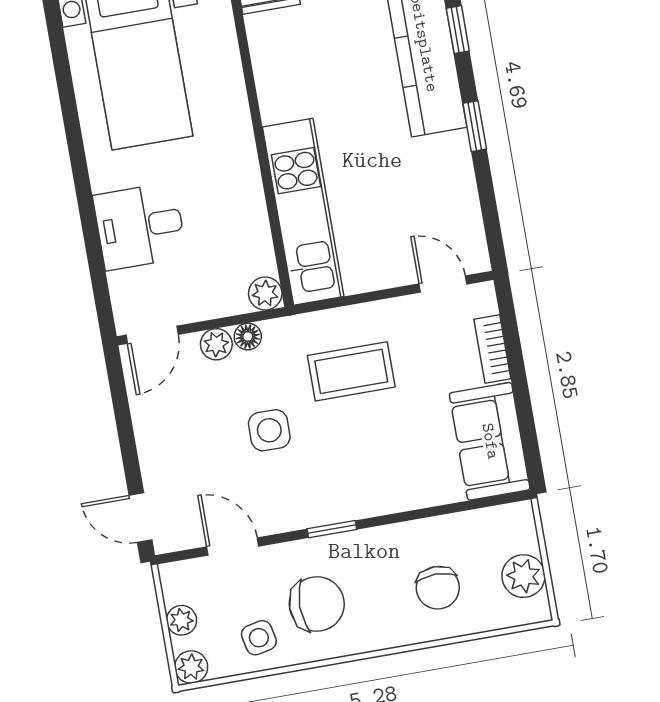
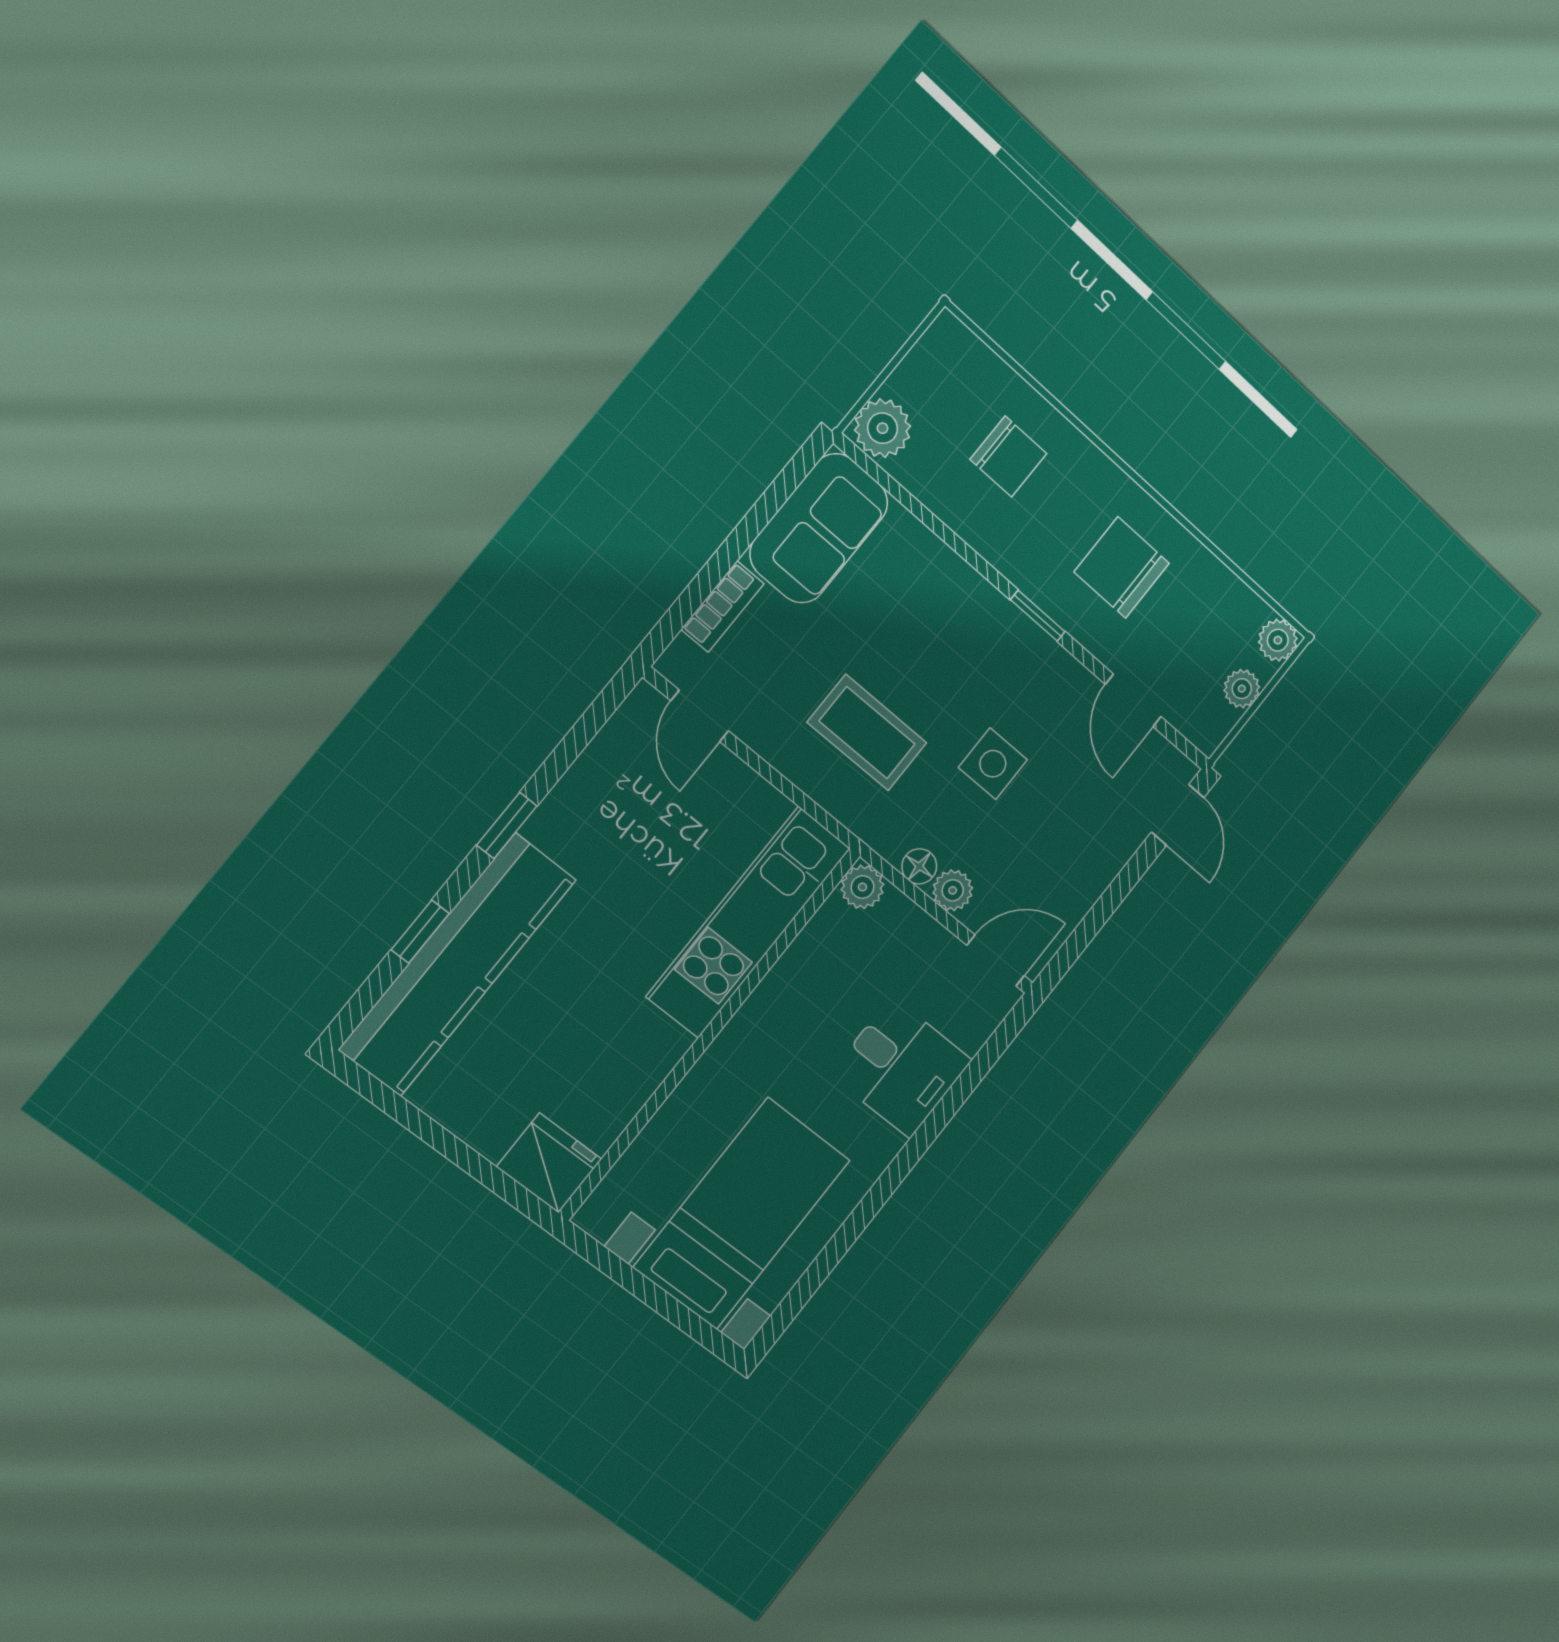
plant: (523, 576) -> (883, 428), moved
chair: (438, 588) -> (1008, 457), turned 90
side table: (259, 638) -> (1199, 598), removed

